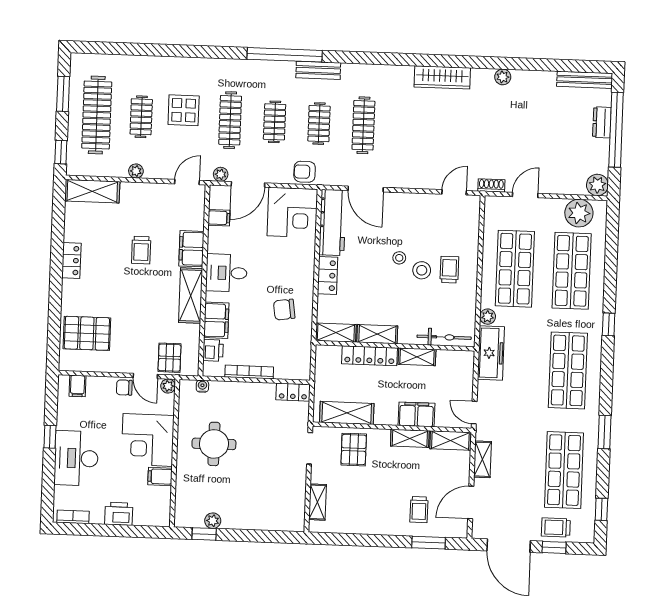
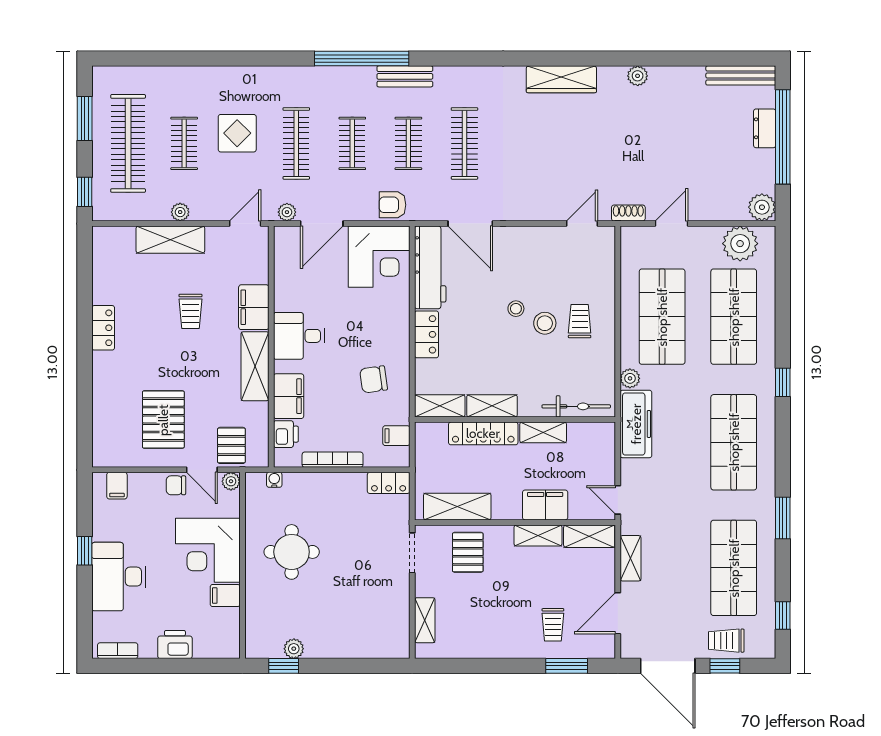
shelving: (92, 191) -> (170, 240), moved
filing cabinet: (219, 218) -> (396, 436), moved, turned 180
pallet: (87, 333) -> (163, 420), moved, turned 90

